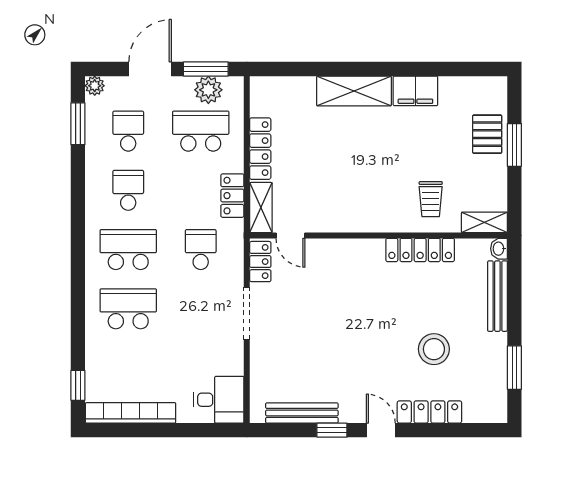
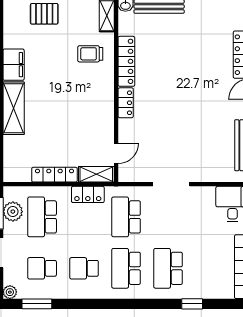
trolley: (431, 199) -> (90, 54), turned 180
school desk: (201, 250) -> (126, 217), width x1.85
locker: (260, 262) -> (126, 103), moved, turned 90
stool: (434, 349) -> (197, 52), removed
window: (78, 385) -> (192, 304), moved

